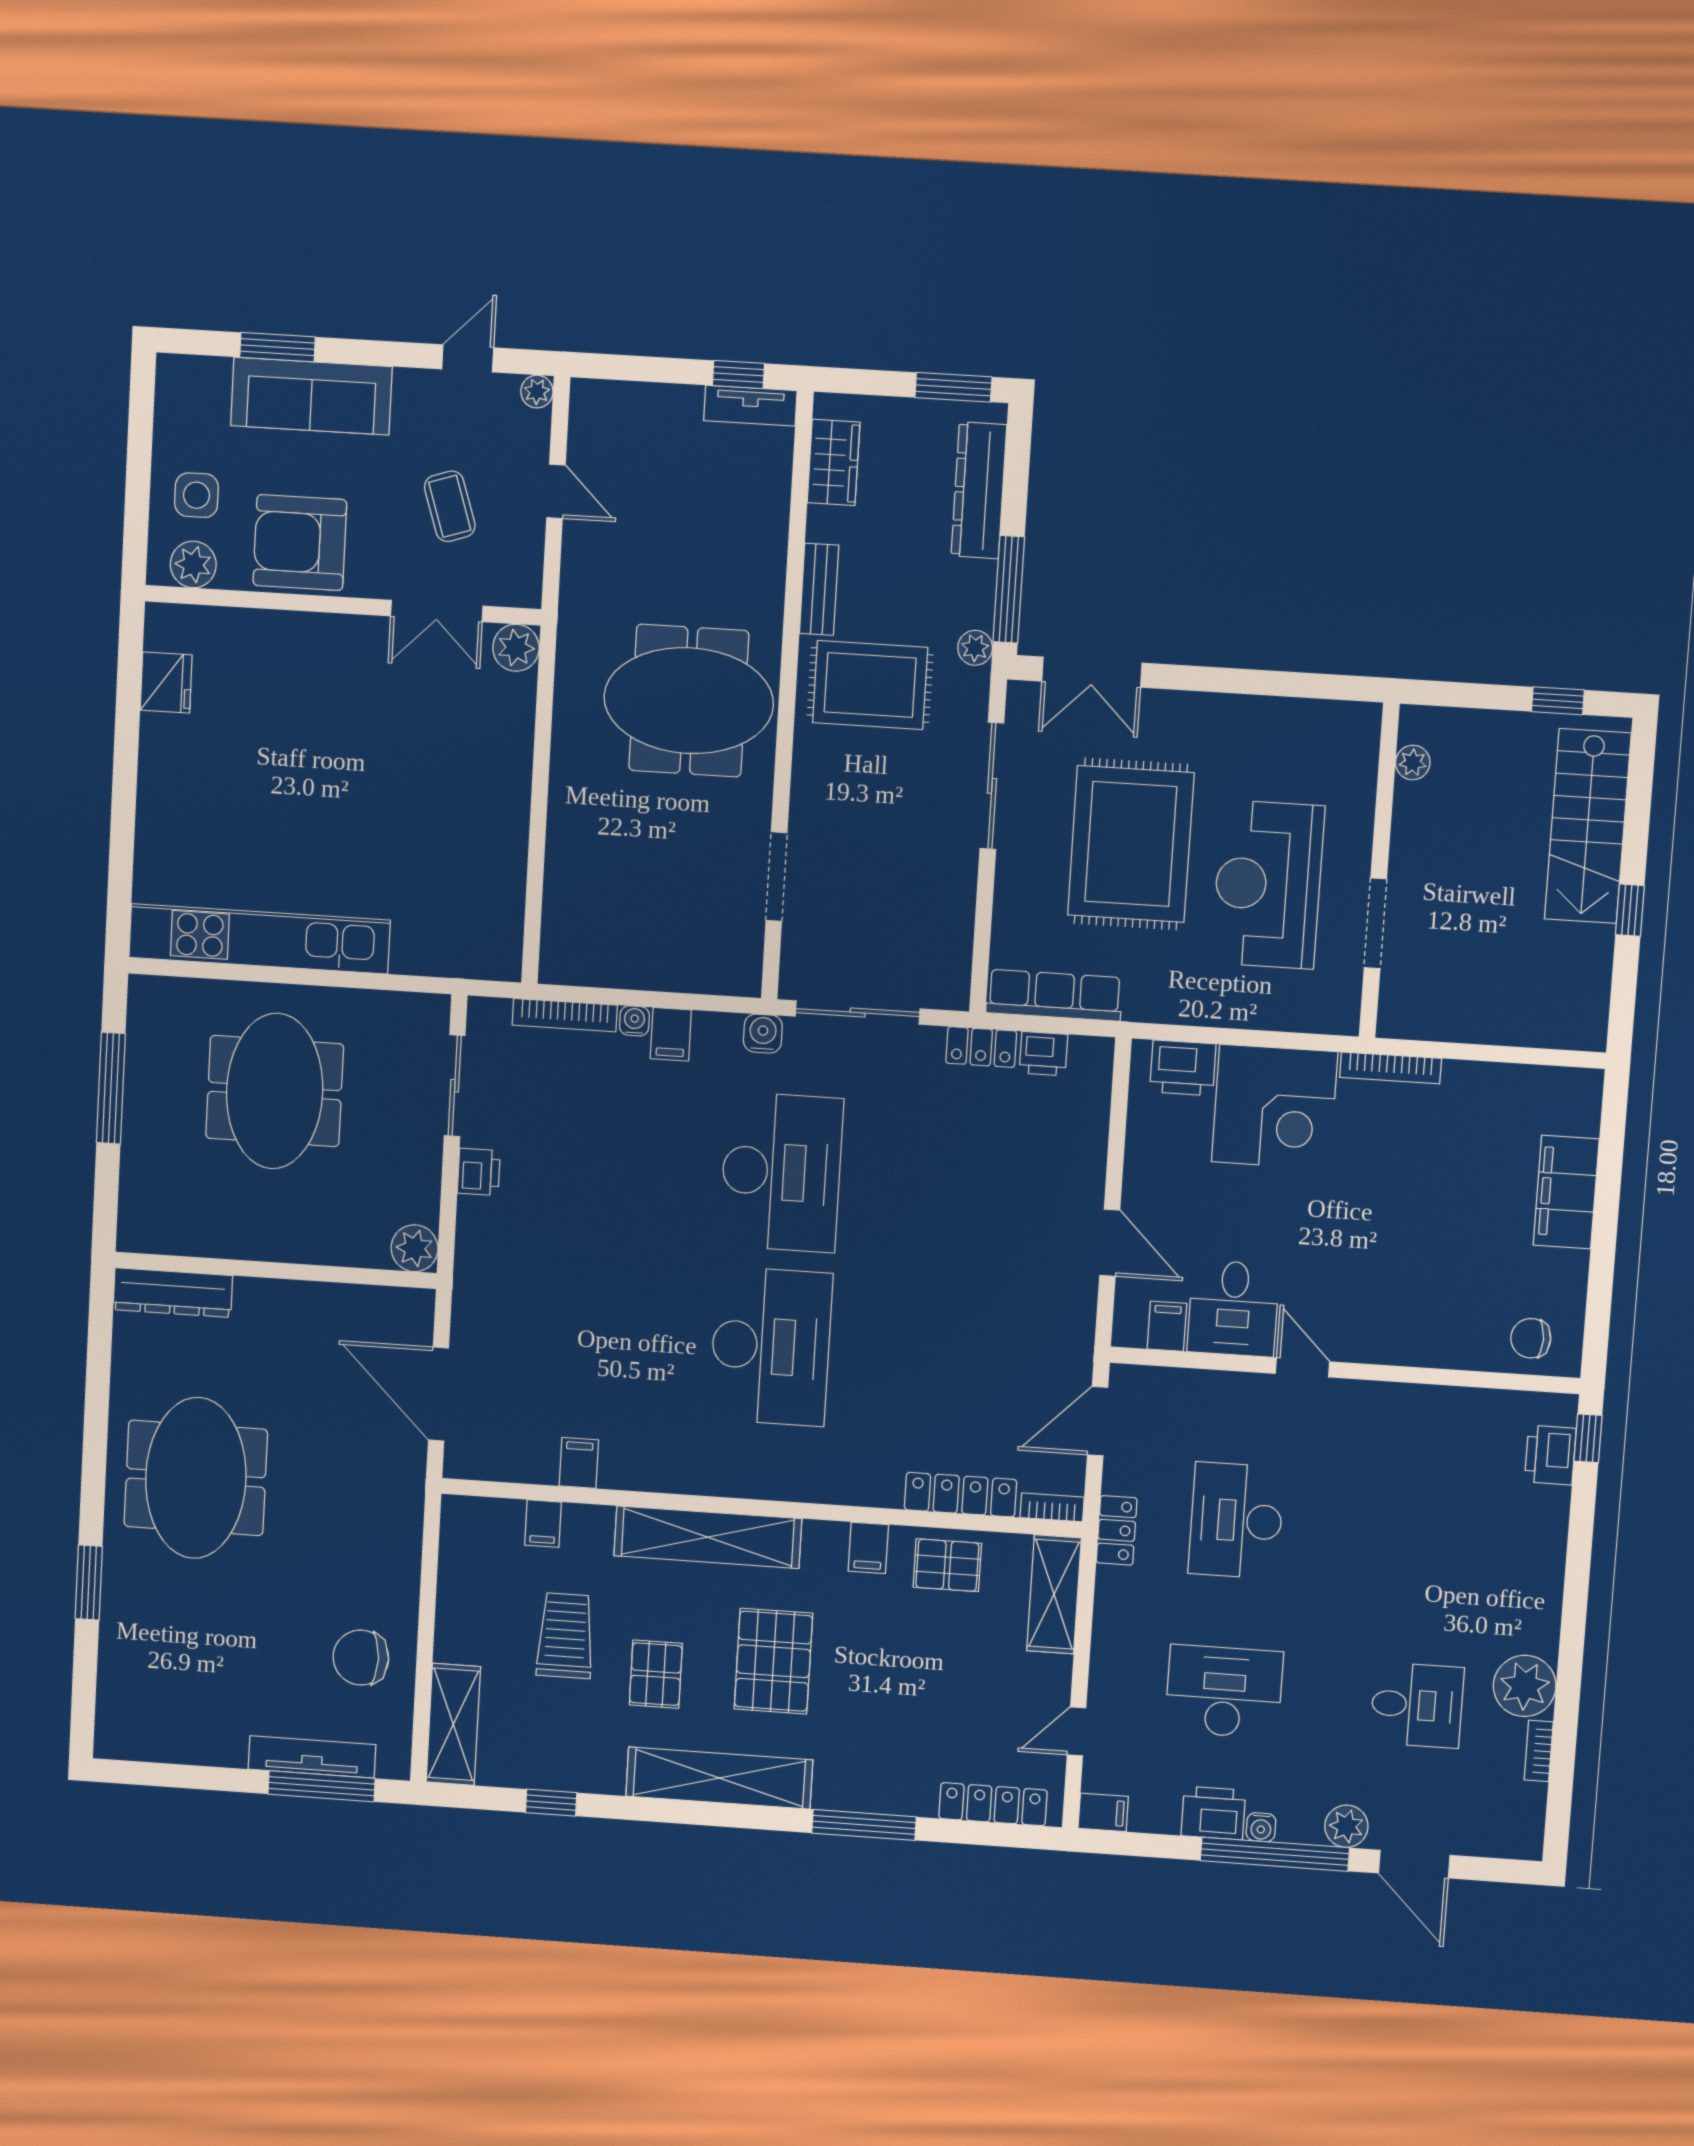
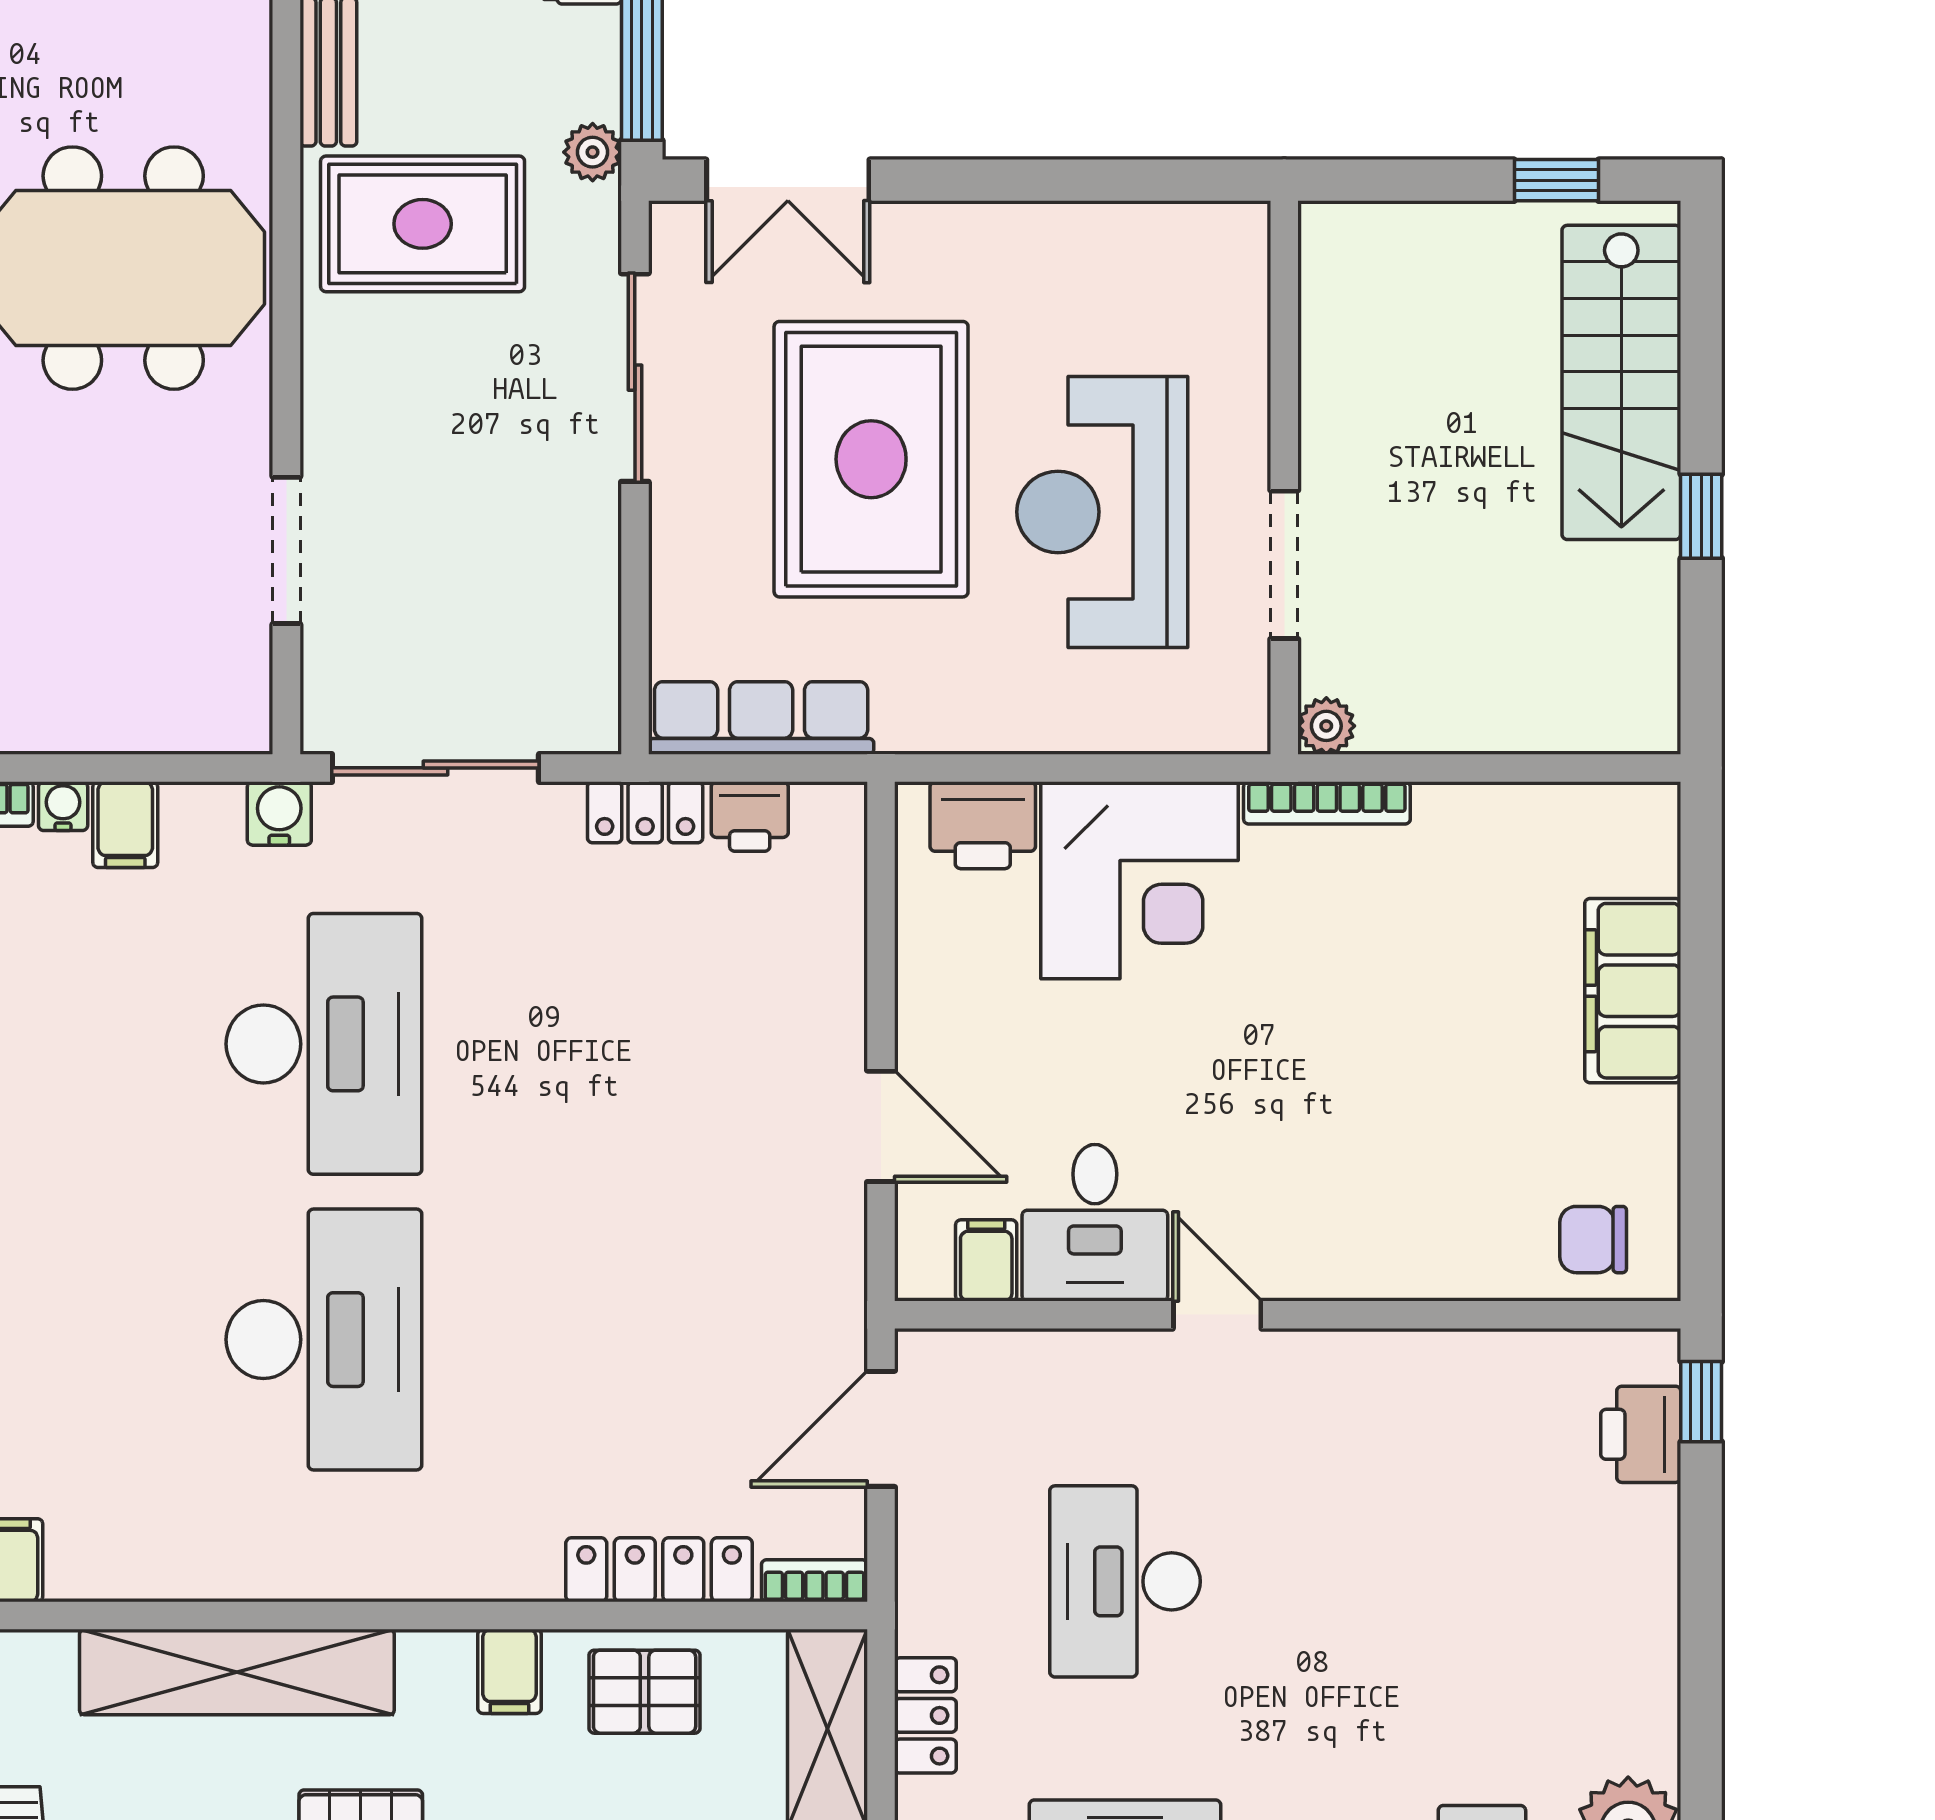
plant: (1413, 763) -> (1326, 726), moved
locker: (1117, 1530) -> (925, 1715), moved

